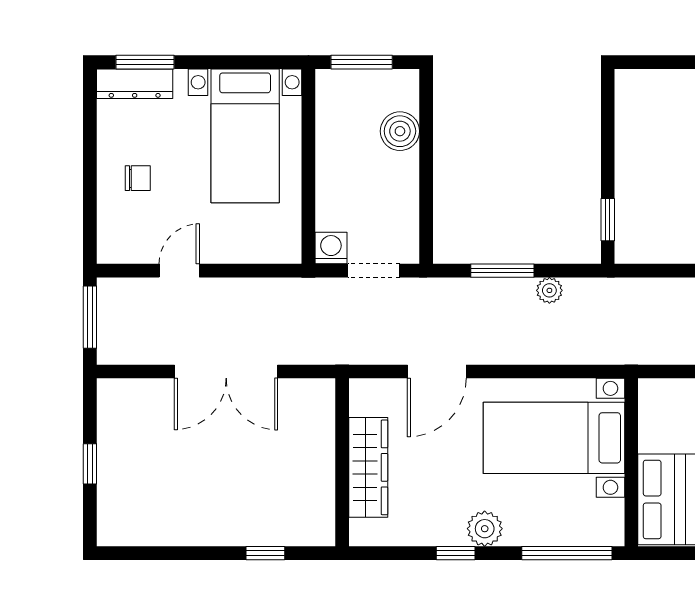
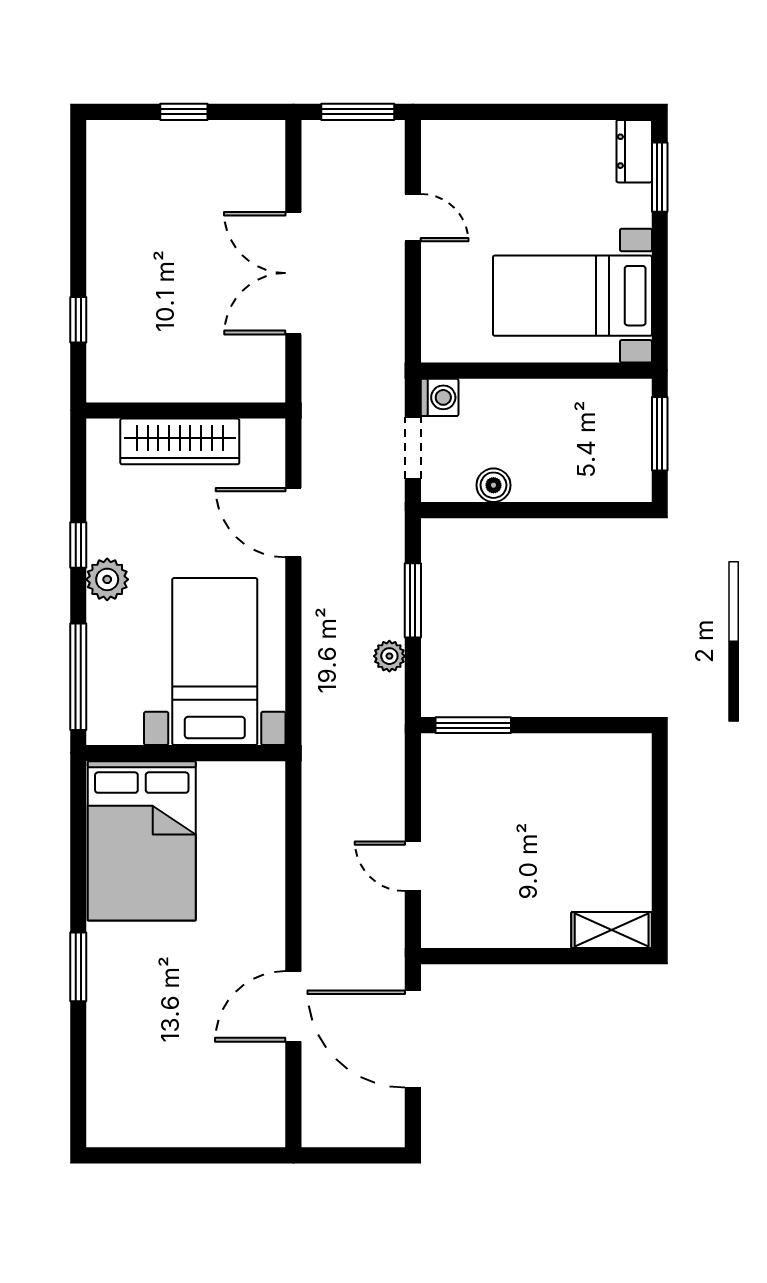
dresser: (135, 84) -> (634, 151), width x0.70
boiler: (400, 131) -> (493, 485), moved, width x0.73, depth x0.73
chair: (138, 178) -> (522, 169), removed
window: (608, 220) -> (473, 725), width x1.50

